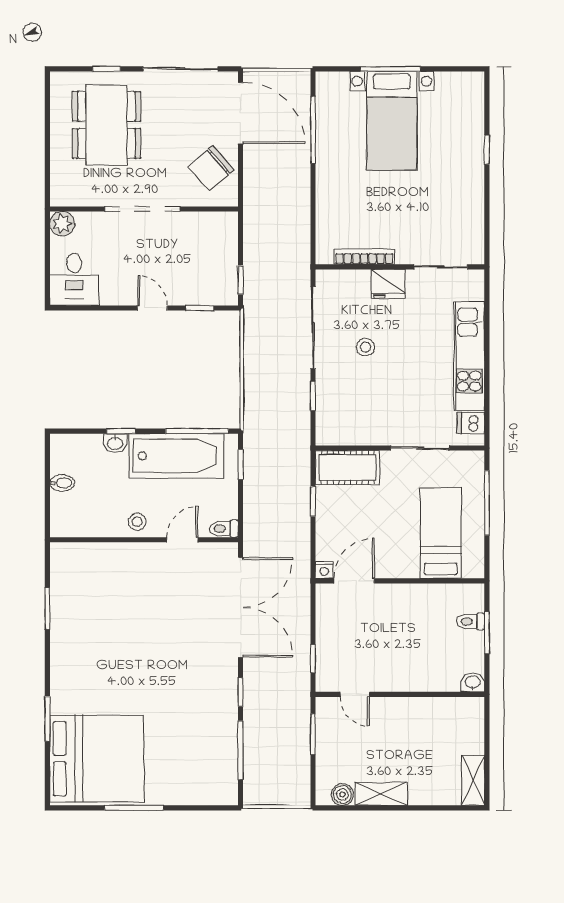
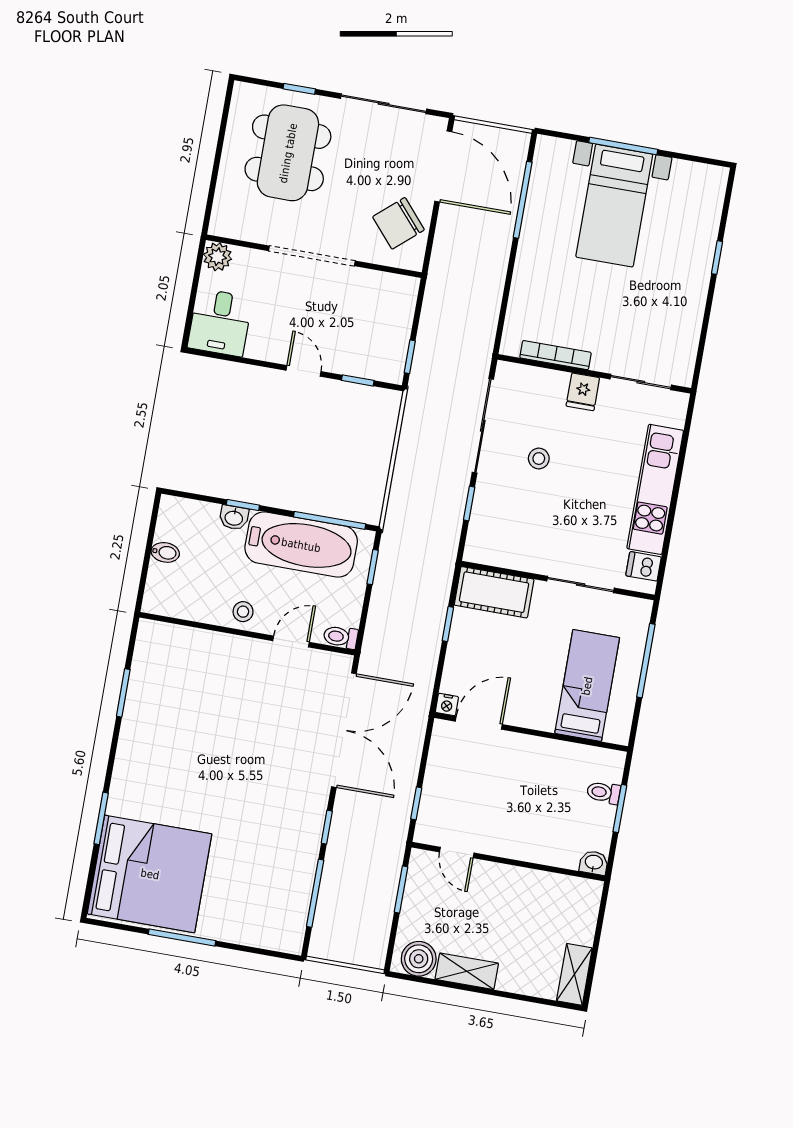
fridge: (388, 284) -> (583, 392), width x0.72
boiler: (342, 794) -> (419, 959), width x1.36, depth x1.36

